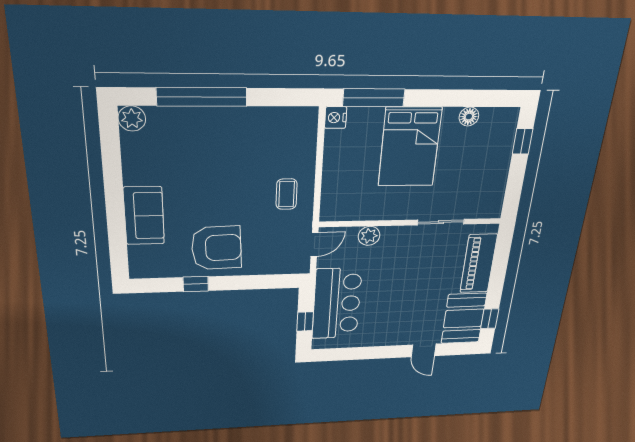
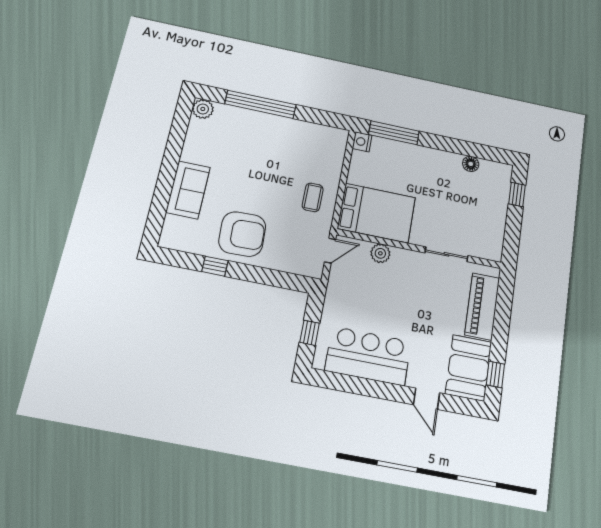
bed: (410, 147) -> (377, 213), moved, turned -90
bar counter: (337, 304) -> (368, 356), moved, turned -90

